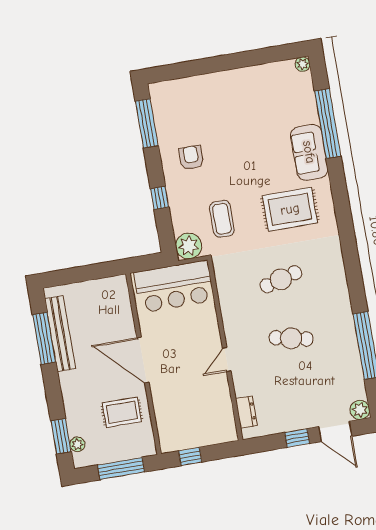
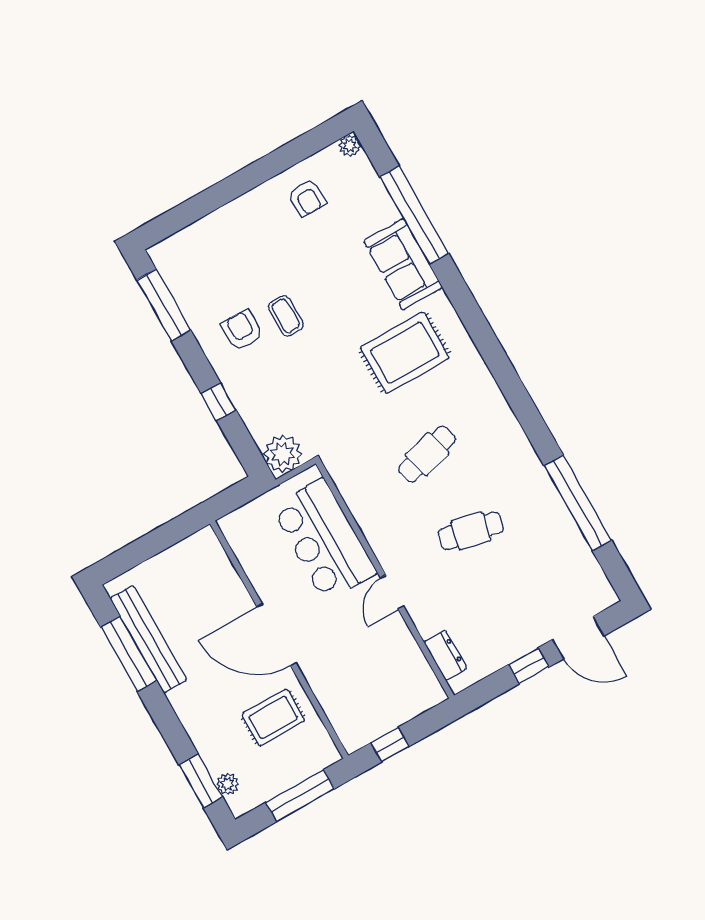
armchair: (263, 88) -> (307, 198), added
coffee table: (222, 219) -> (286, 316), moved, width x0.73, depth x0.77
bar counter: (174, 287) -> (324, 540), moved, turned 90
plant: (360, 410) -> (601, 596), removed

